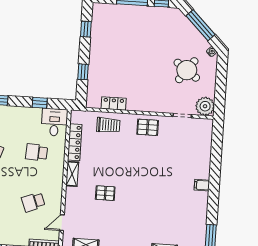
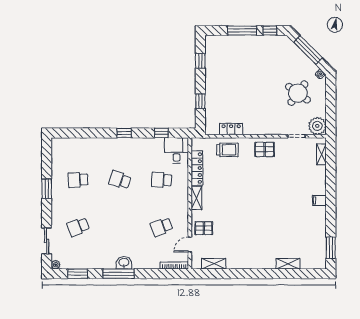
shelving: (207, 136) -> (321, 154), added
pallet: (105, 193) -> (204, 228), moved

